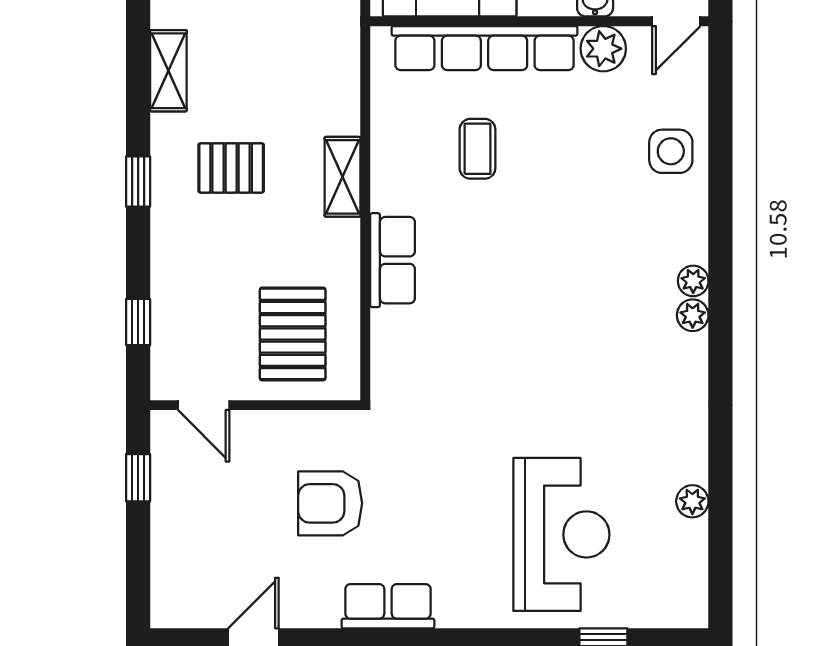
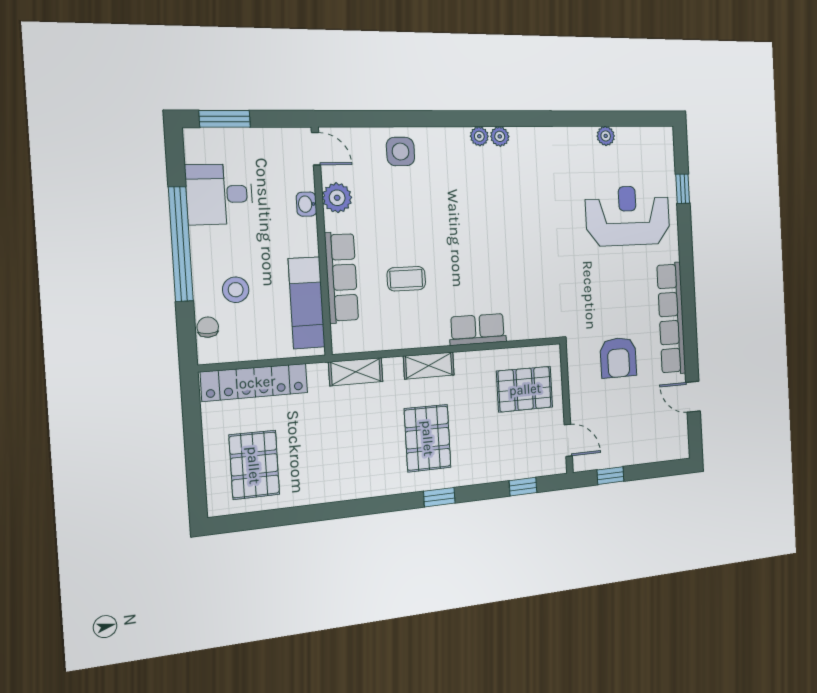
row of seats: (485, 48) -> (342, 277), width x0.73
shelving: (168, 71) -> (356, 372), moved
pallet: (231, 168) -> (428, 438), width x1.50, depth x1.42
door: (204, 405) -> (568, 440), hinge flipped
row of seats: (388, 606) -> (671, 318), width x2.02

